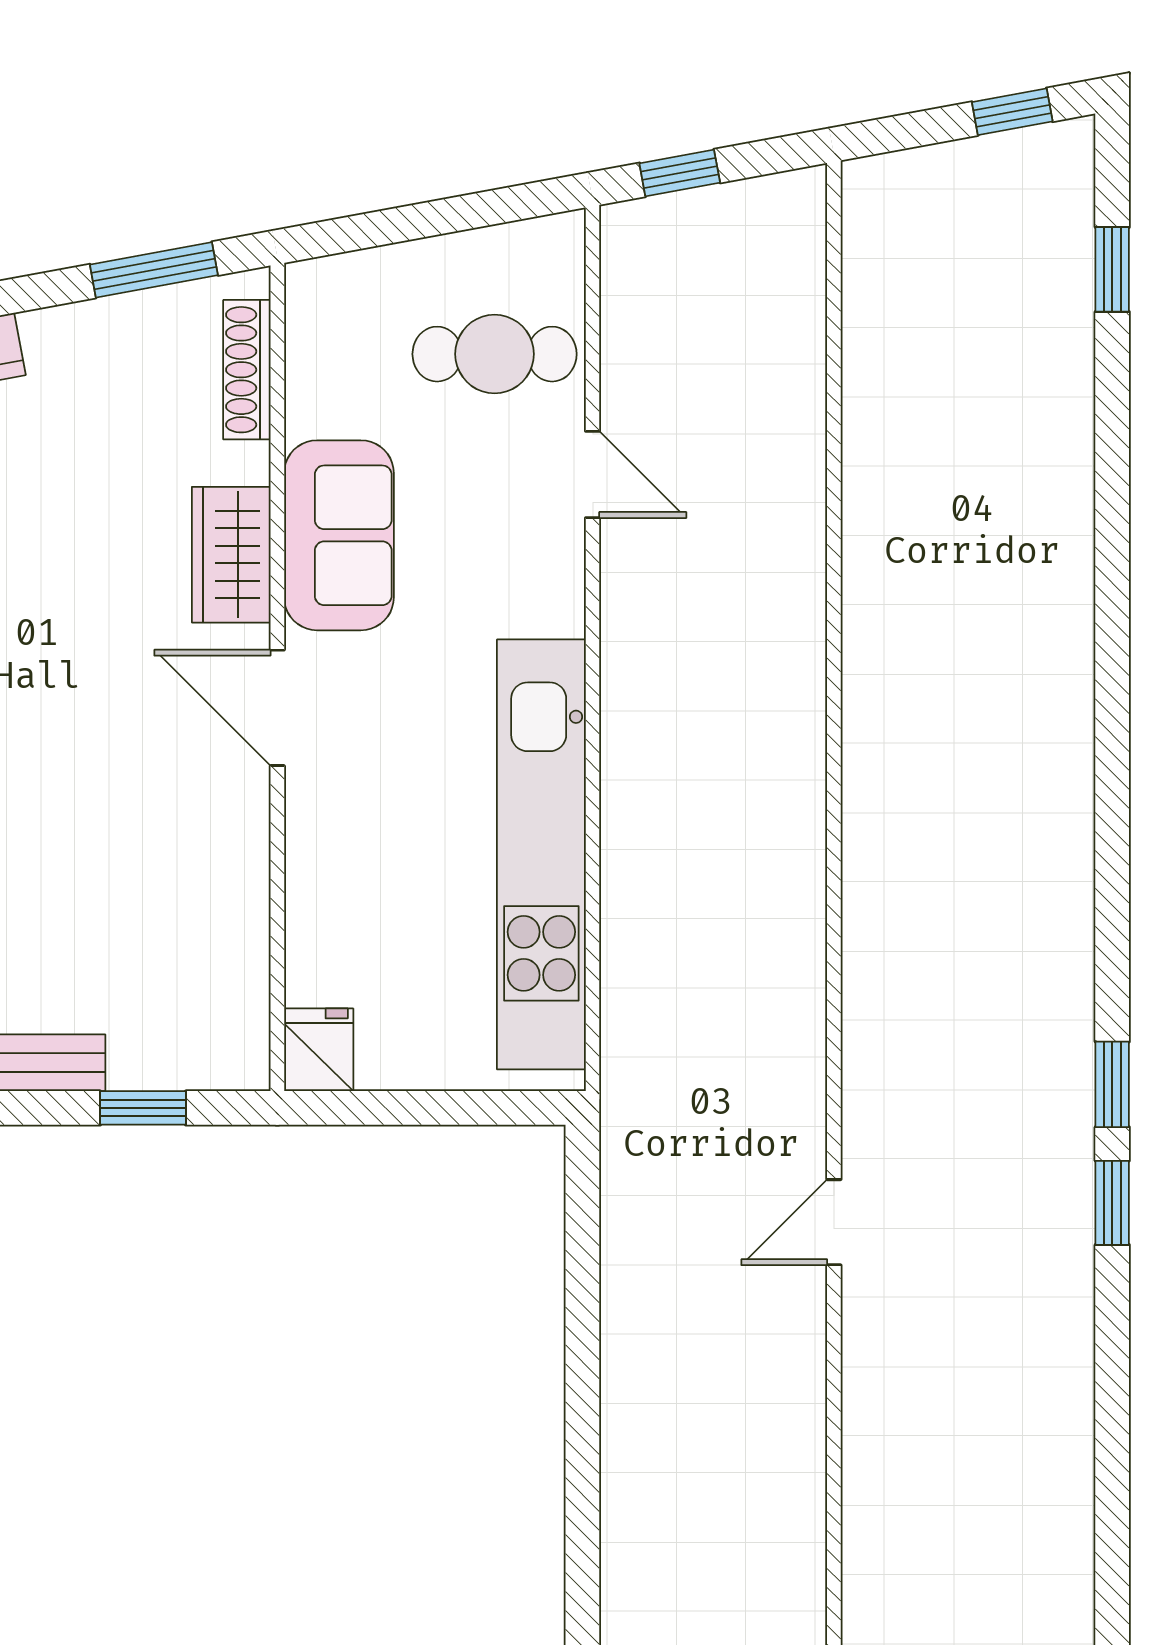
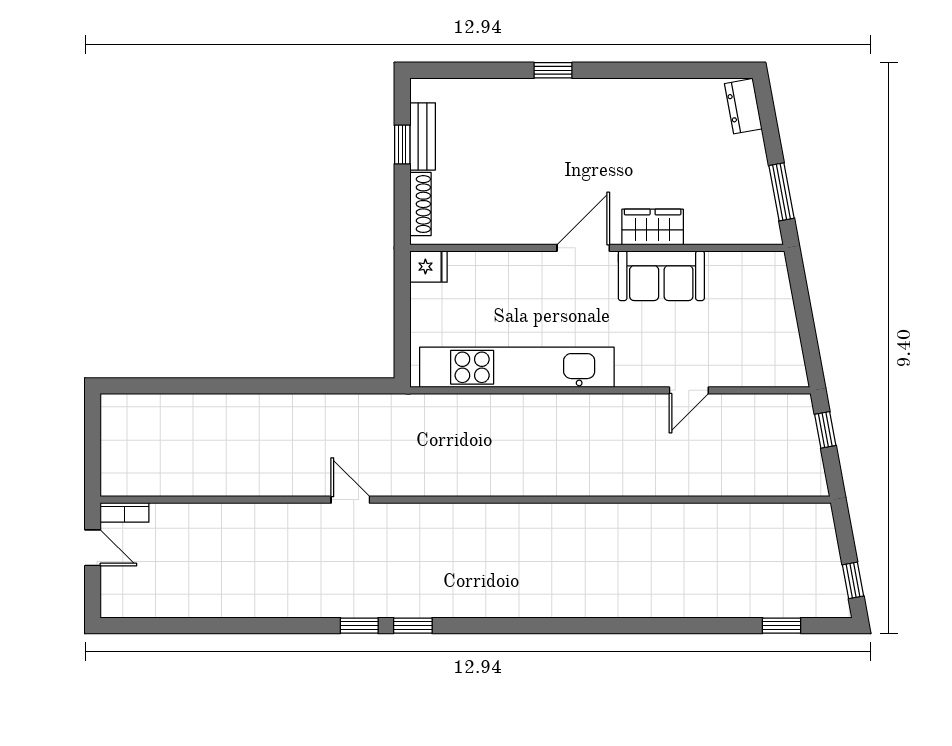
cafe table: (495, 354) -> (743, 346), removed
shoe rack: (247, 370) -> (421, 204), moved, turned 90
window: (143, 1108) -> (402, 145), moved

